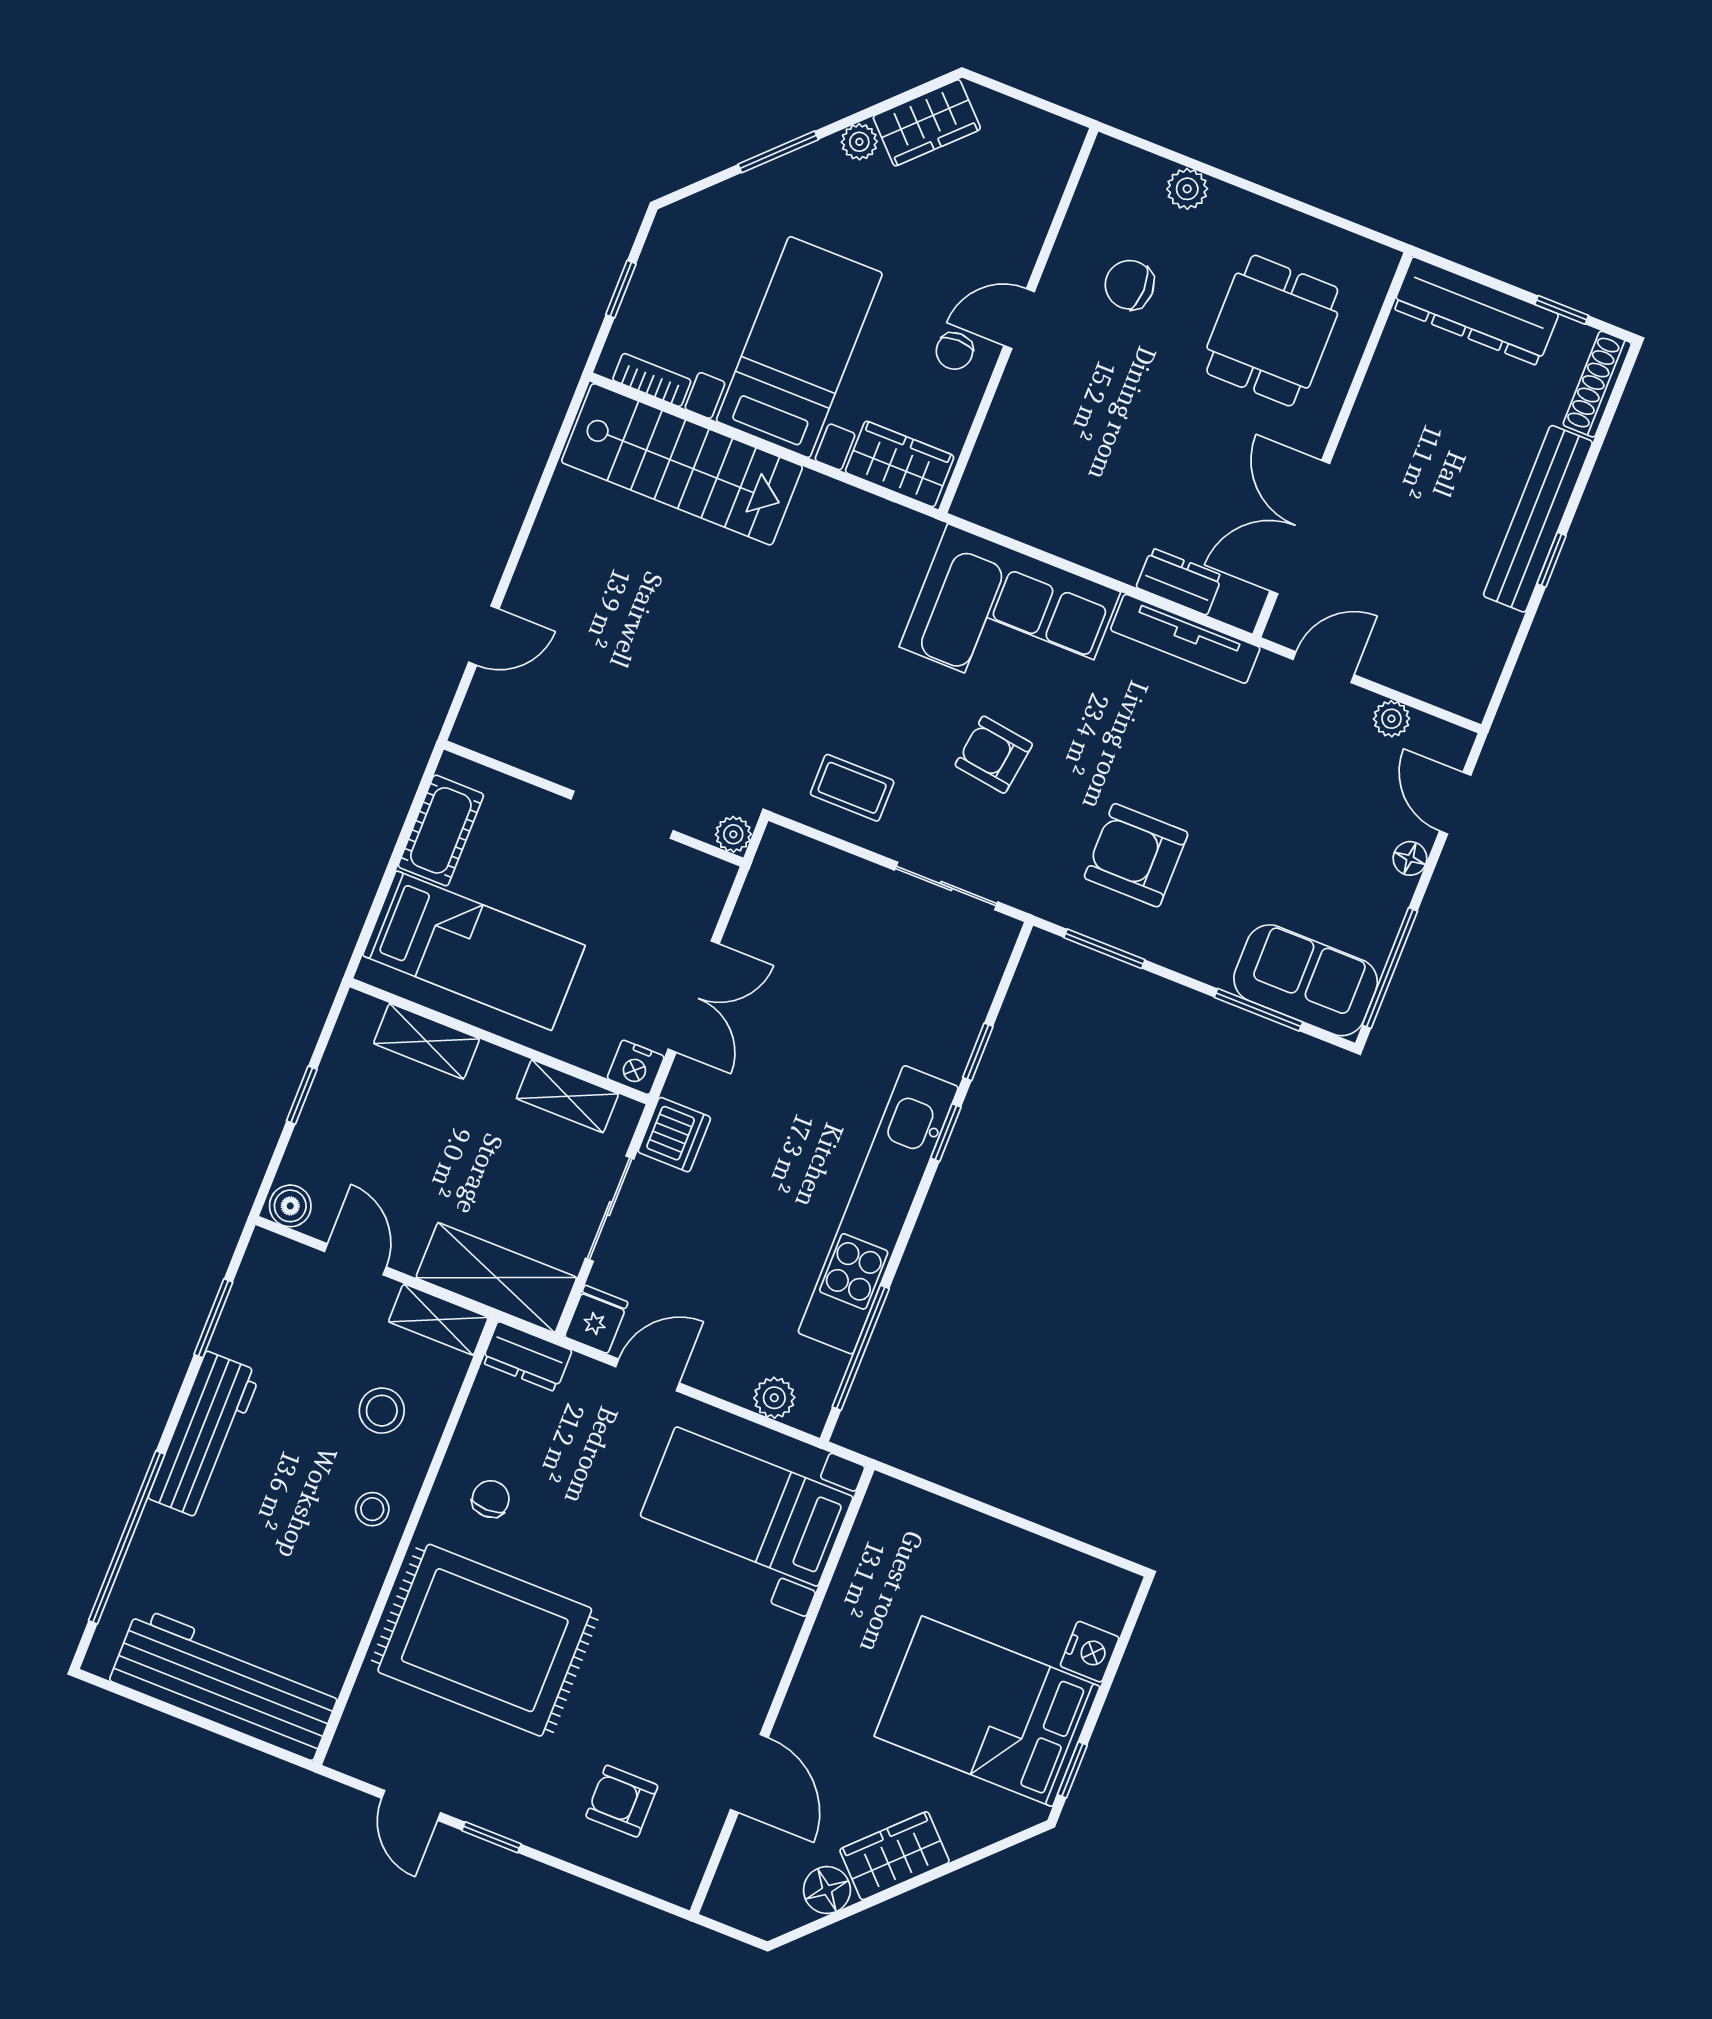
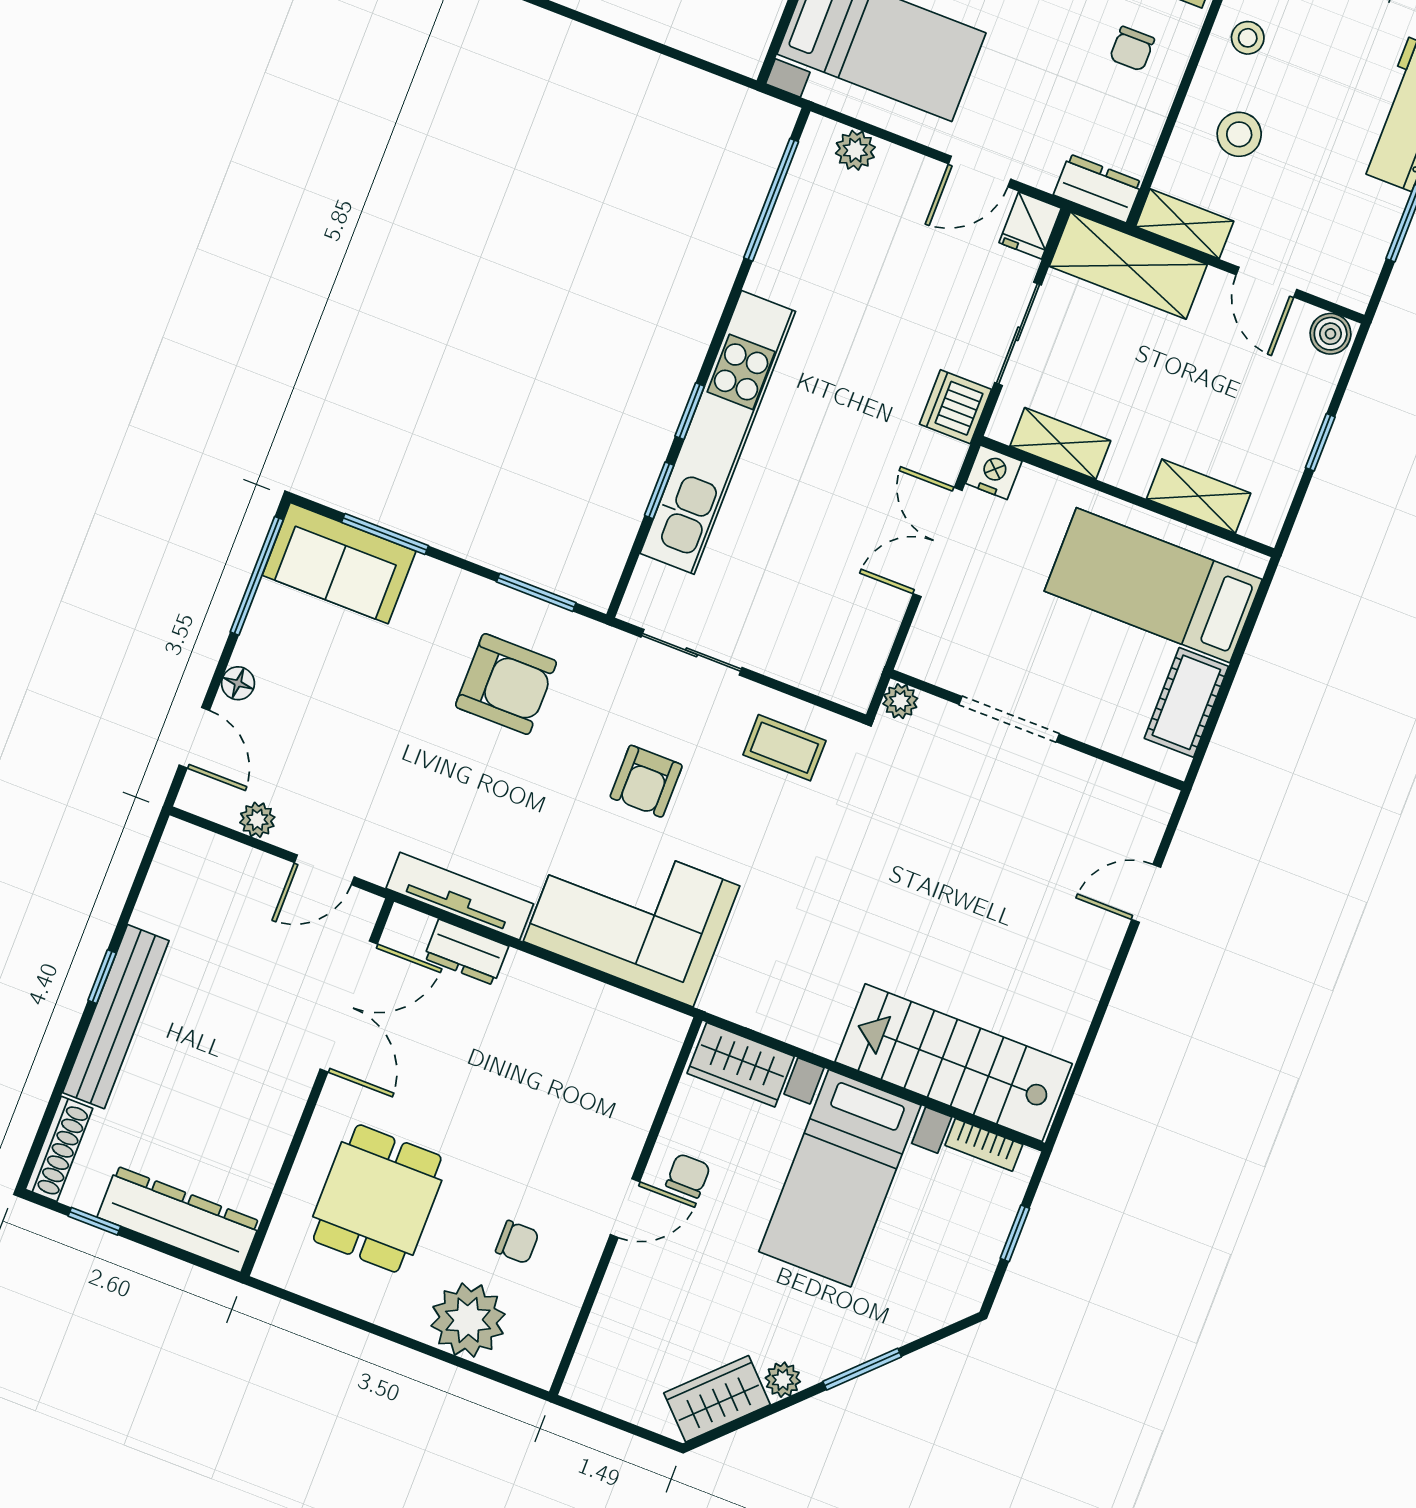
plant: (1187, 189) -> (468, 1320), width x1.87, depth x1.87
chair: (1130, 285) -> (517, 1242), width x0.73, depth x0.73
armchair: (994, 755) -> (646, 781), turned 82
kitchen unit: (878, 1210) -> (718, 432), moved

